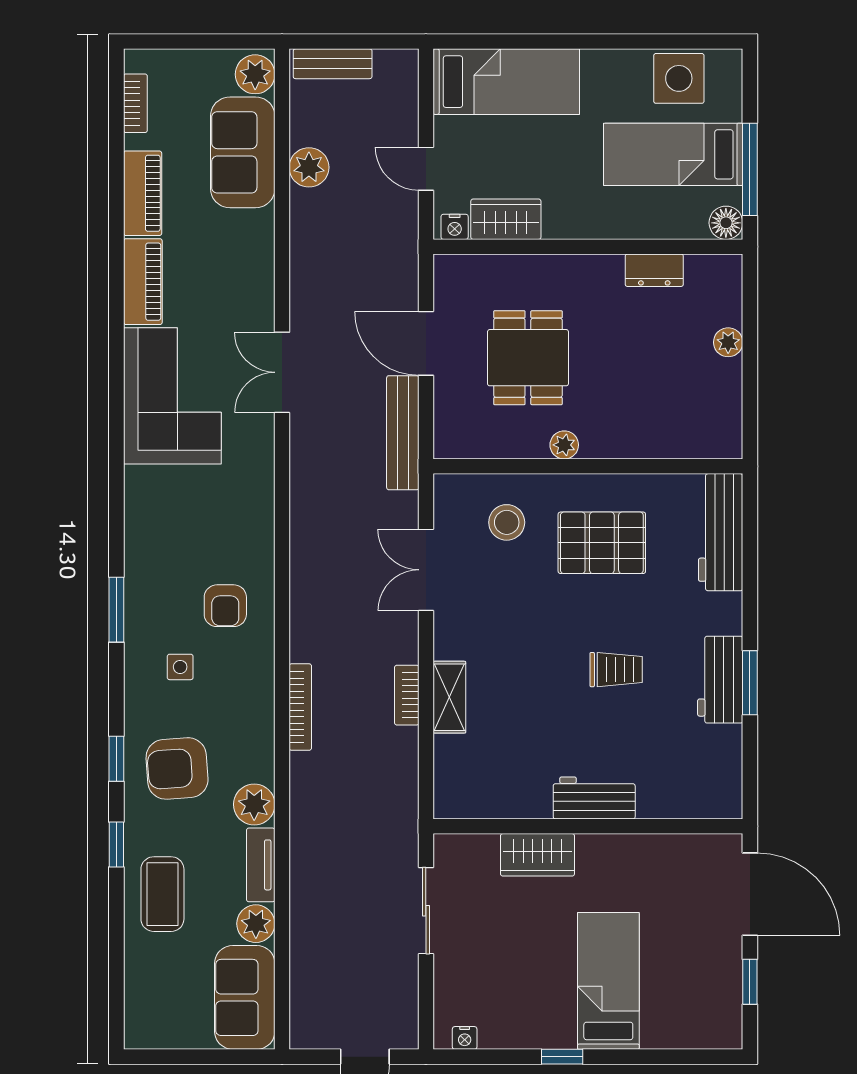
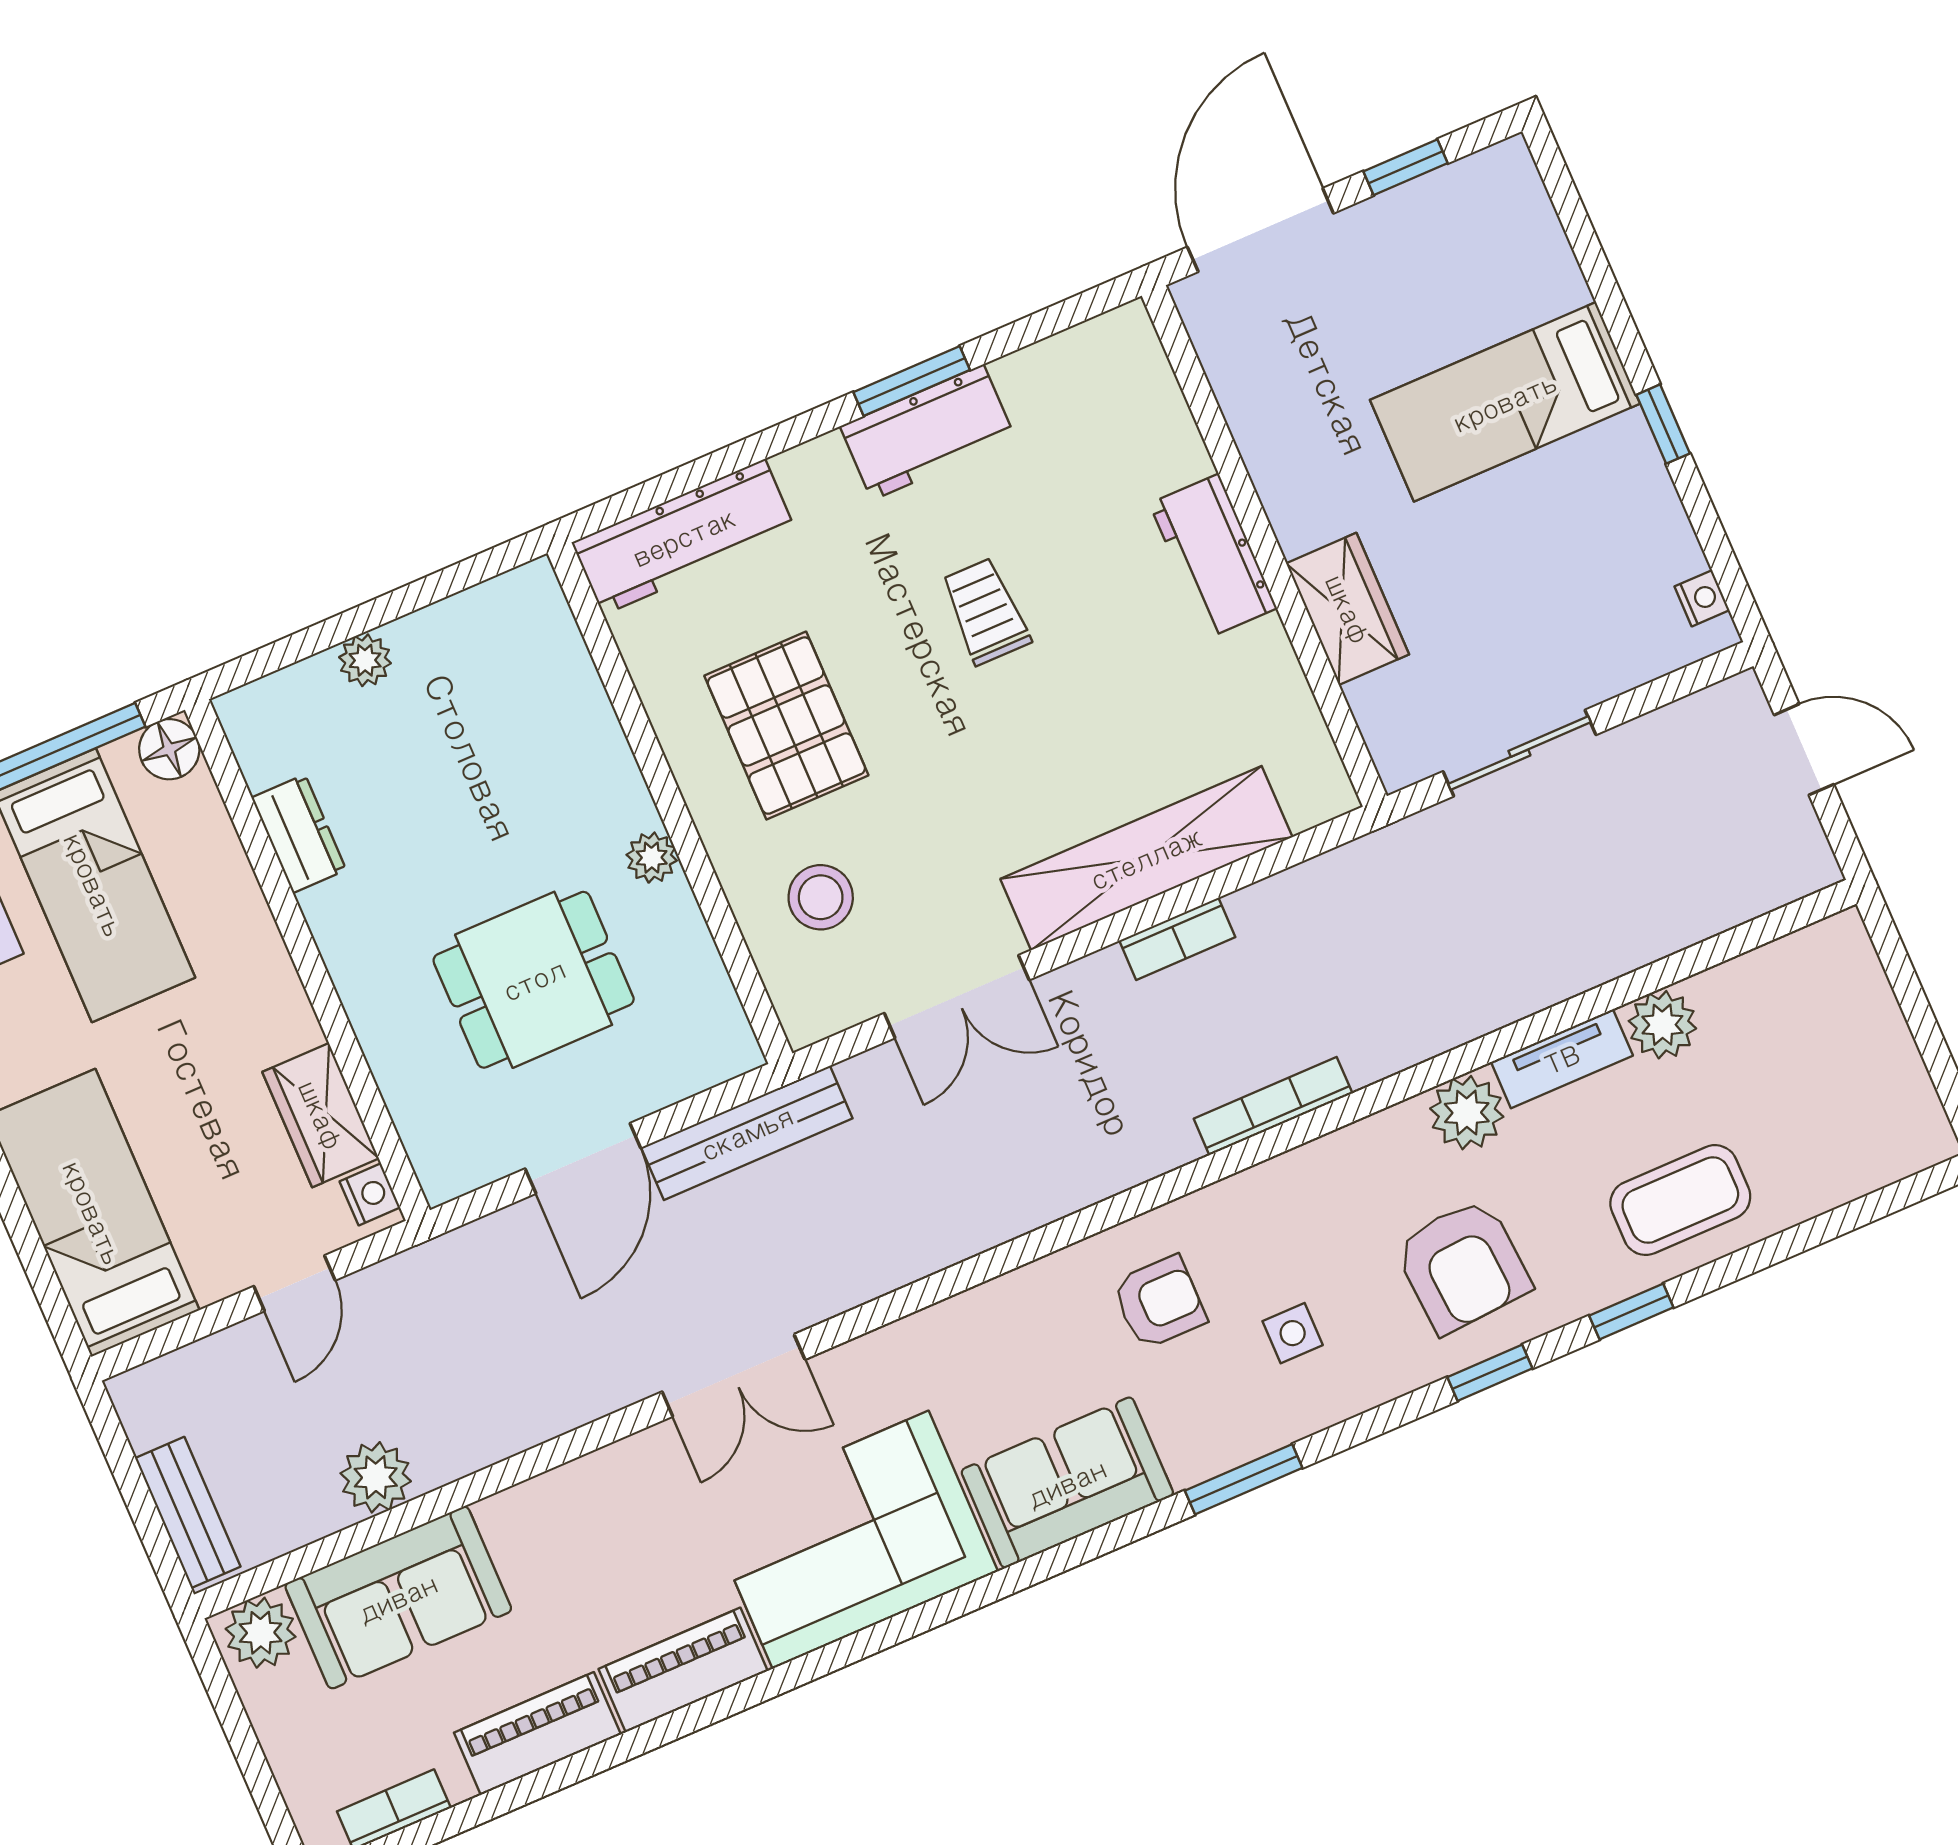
shelving: (449, 697) -> (1146, 858), width x2.20, depth x1.33
sofa: (245, 997) -> (1067, 1483), moved, turned 180

